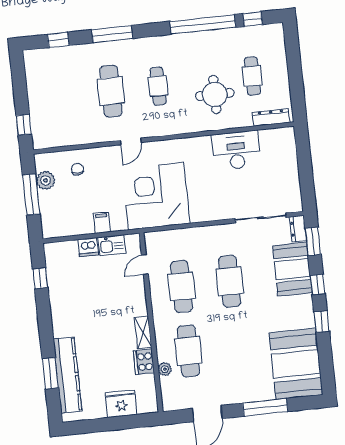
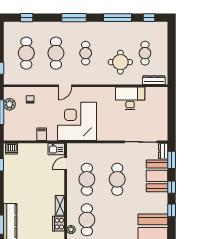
window: (203, 24) -> (118, 18), width x0.68
window: (112, 34) -> (74, 18), moved
cafe table: (64, 96) -> (26, 53), added
kitchen sink: (112, 245) -> (56, 149), moved
dishwasher: (88, 247) -> (12, 149), moved

